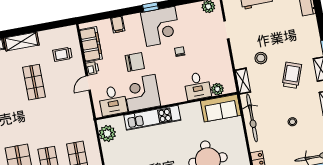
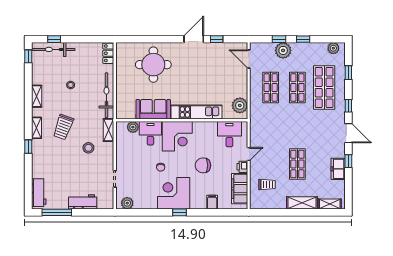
corner desk: (142, 93) -> (177, 136), moved
sofa: (221, 108) -> (153, 109), moved

